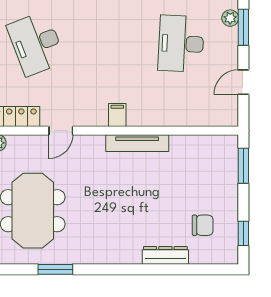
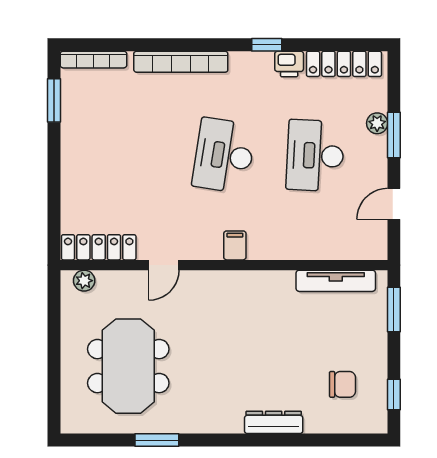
desk: (36, 44) -> (224, 156), moved, turned 30
tv unit: (137, 143) -> (336, 281), moved
dresser: (165, 255) -> (274, 422), moved

